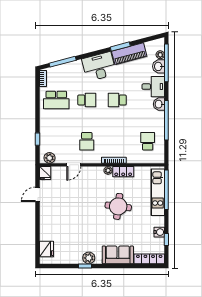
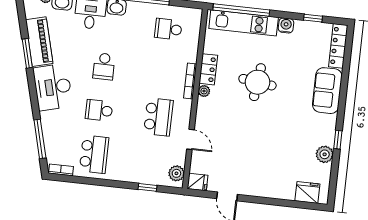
school desk: (87, 100) -> (99, 110), turned -90
school desk: (87, 141) -> (158, 117), width x1.85
water cooler: (159, 232) -> (286, 25), moved
plant: (89, 258) -> (325, 154), moved

